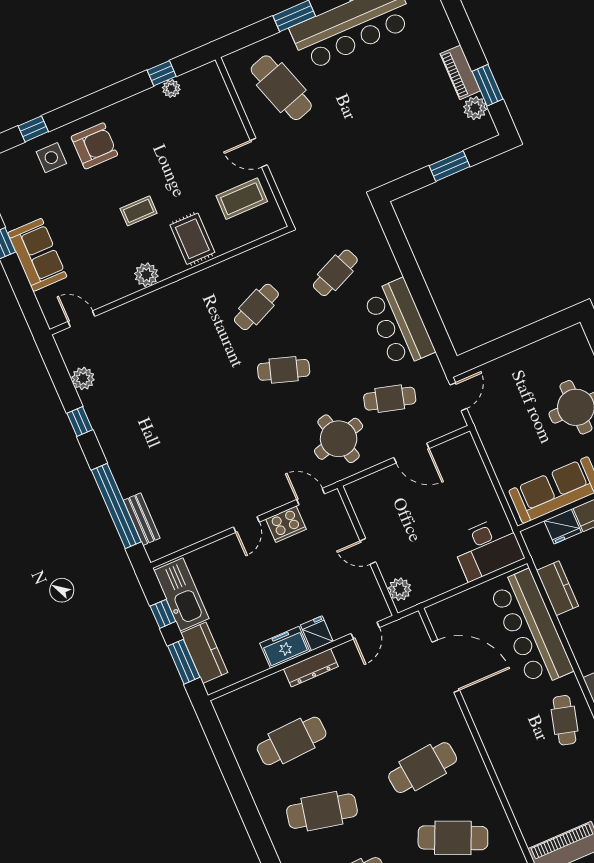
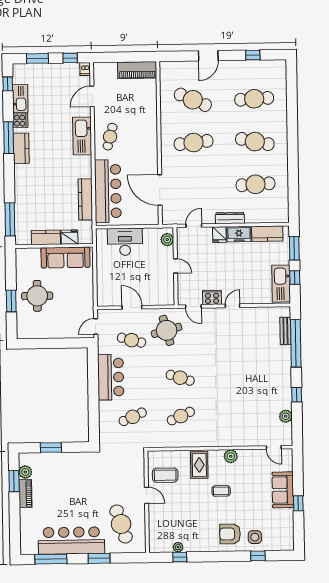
desk: (487, 548) -> (125, 242), moved
kitchen counter: (557, 588) -> (85, 199), width x1.50
kitchen counter: (204, 653) -> (267, 234), moved, turned -90

